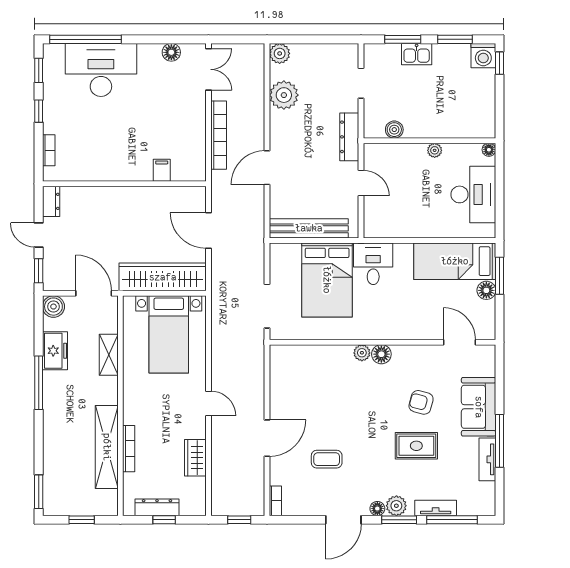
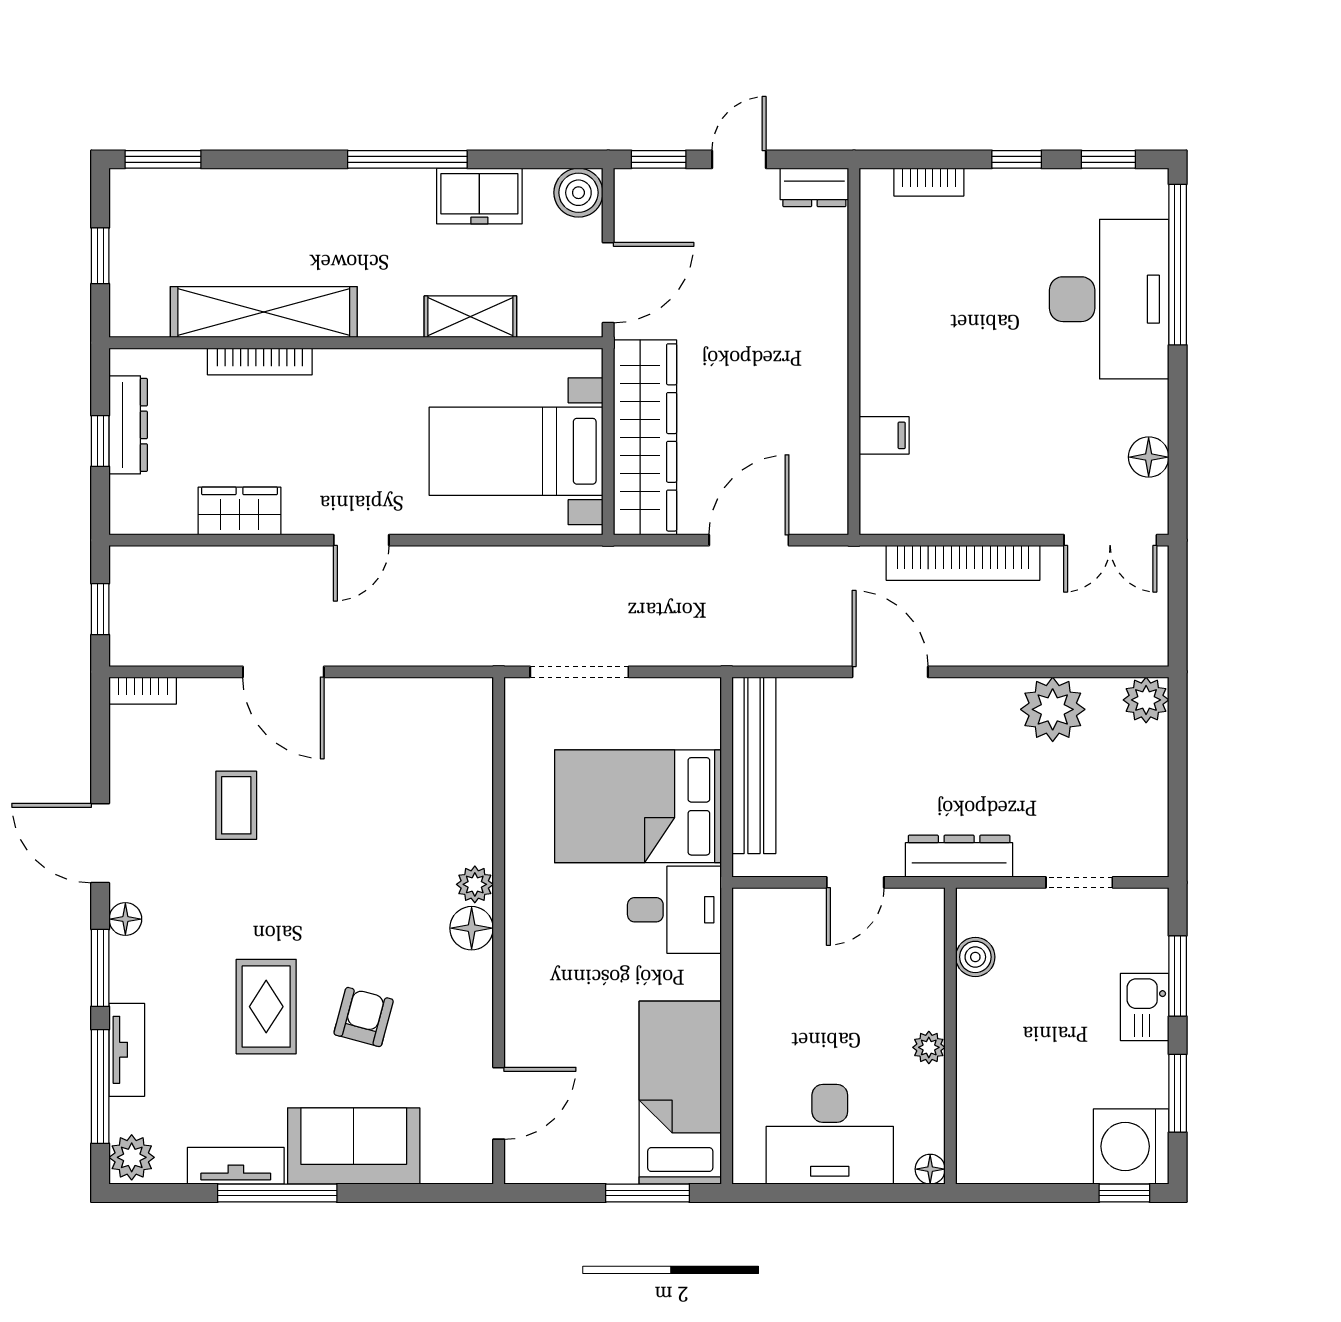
washing machine: (483, 56) -> (1131, 1146), width x1.37, depth x1.37
floor lamp: (486, 290) -> (615, 1163), removed
plant: (396, 506) -> (132, 1157), moved

